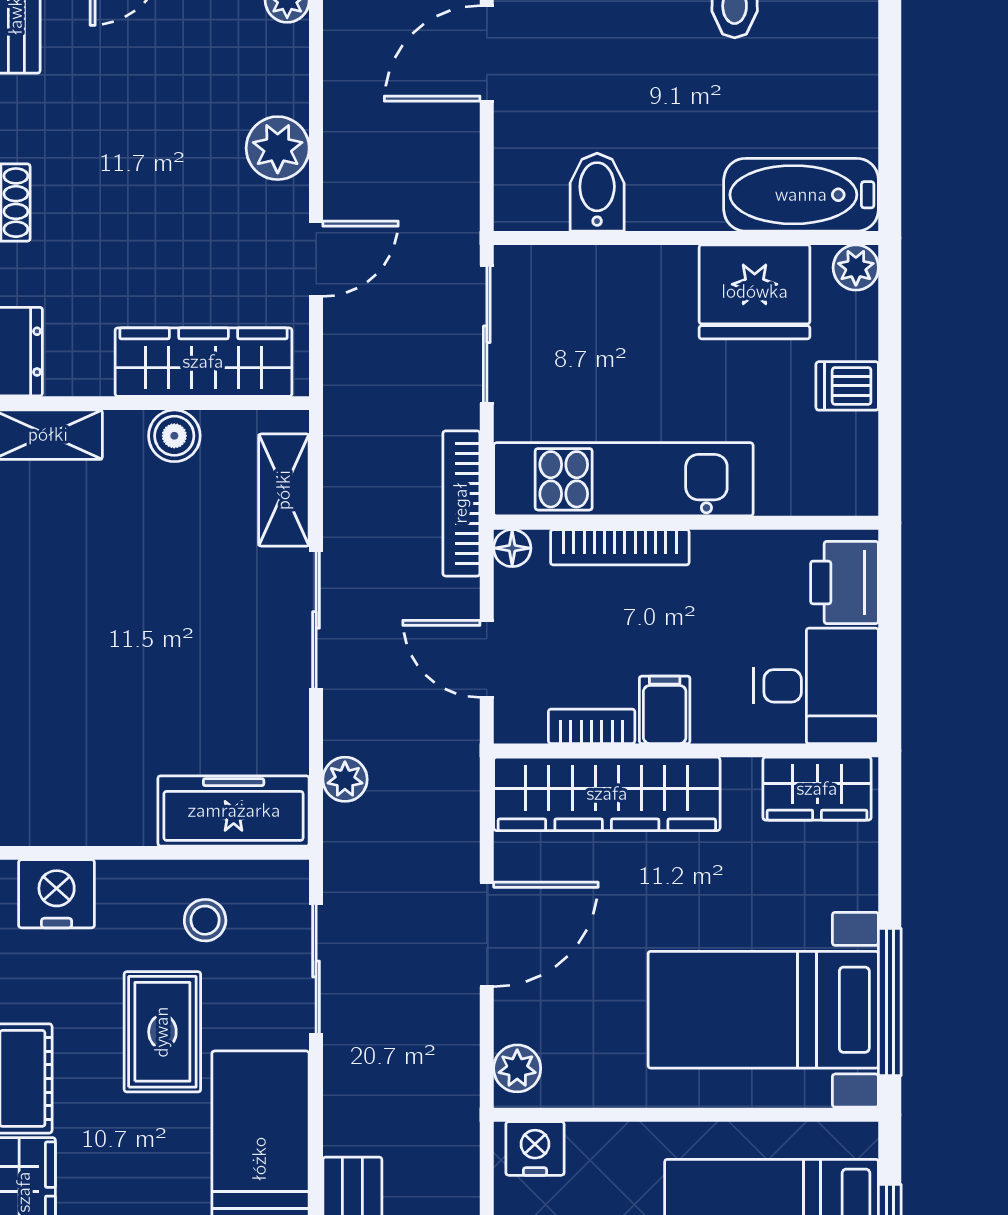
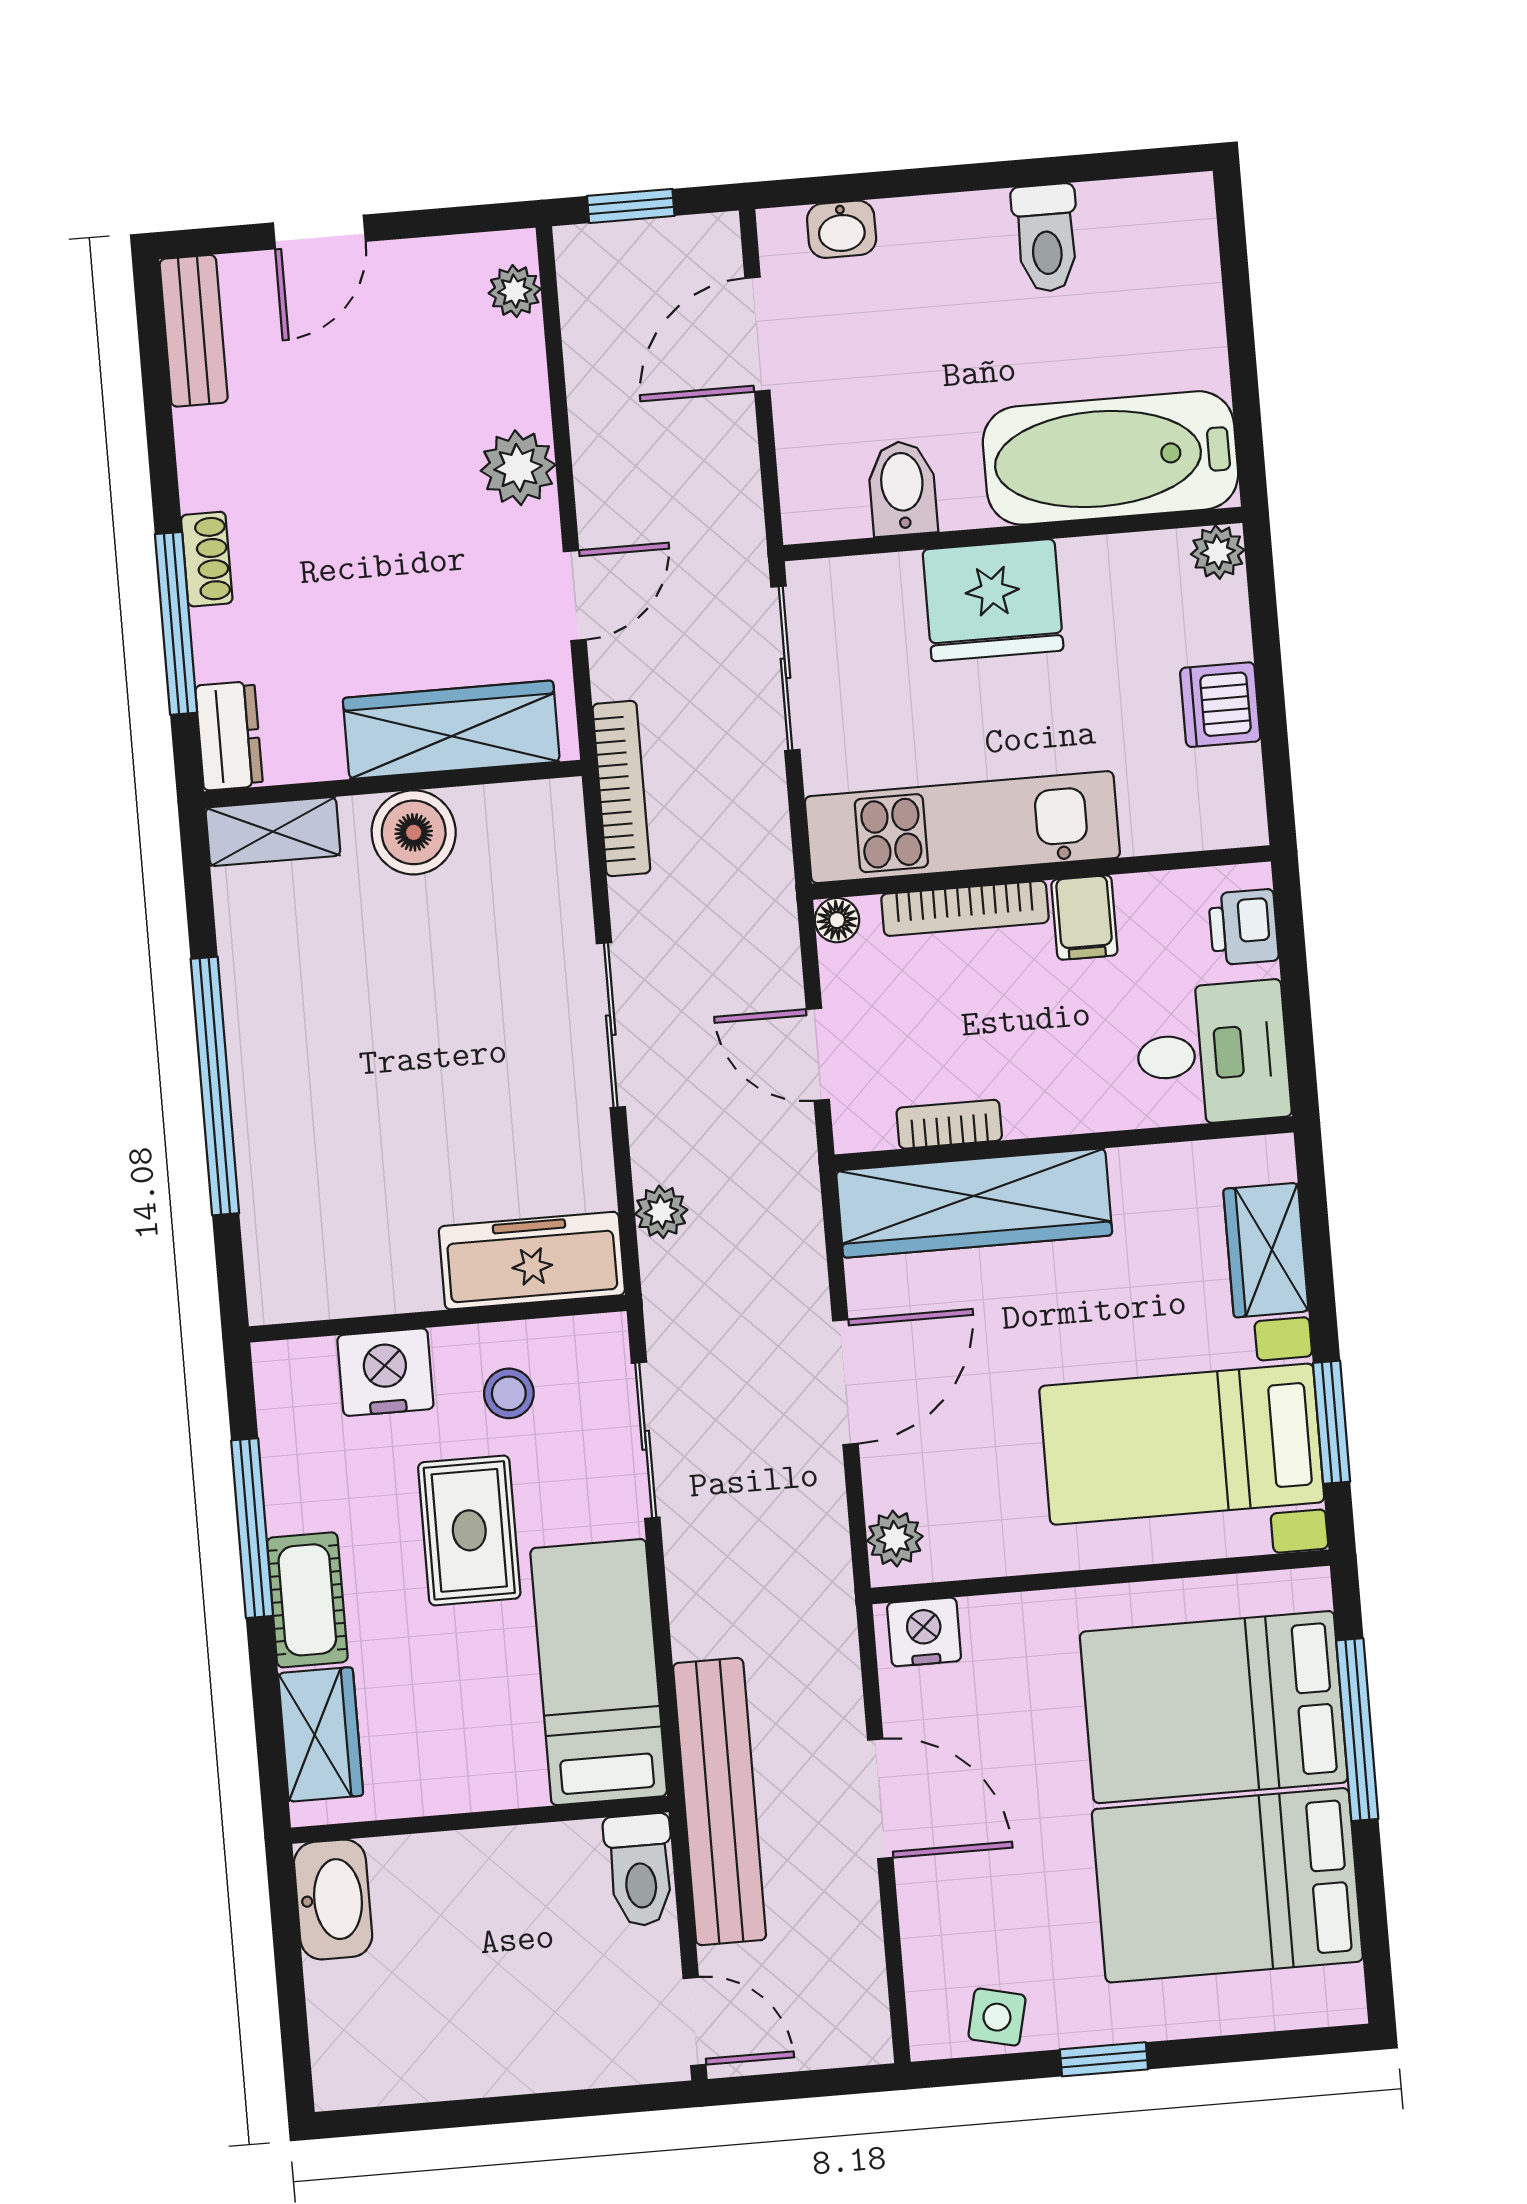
bathtub: (801, 195) -> (1111, 458), width x1.36, depth x1.36
fridge: (755, 292) -> (993, 600), moved
dishwasher: (847, 386) -> (1220, 705), width x1.38
boiler: (174, 436) -> (414, 832), width x1.36, depth x1.36
shelving: (284, 490) -> (560, 874), removed
bookcase: (461, 503) -> (621, 789), moved, turned 180
printer: (845, 582) -> (1244, 927), width x0.73, depth x0.81
filing cabinet: (665, 710) -> (1084, 918), moved, turned 180
wardrobe: (817, 789) -> (1266, 1250), moved, turned 90
nightstand: (57, 894) -> (385, 1372), moved
window: (890, 1002) -> (1332, 1422), width x0.69

